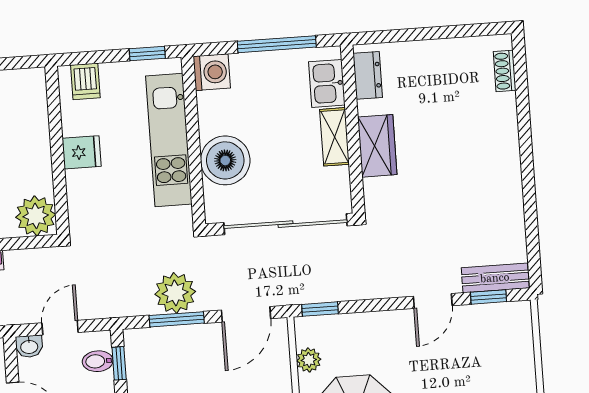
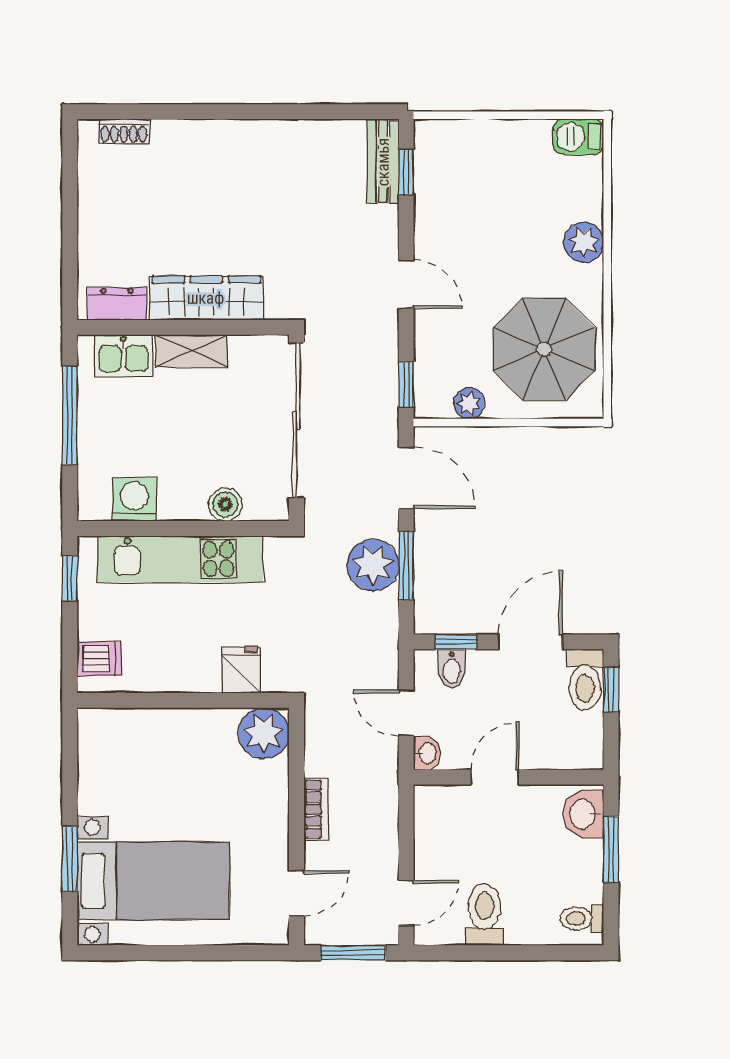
washing machine: (212, 72) -> (134, 499), moved
wardrobe: (377, 146) -> (206, 298), width x1.50
fridge: (82, 152) -> (241, 670), moved
boiler: (225, 160) -> (225, 505), width x0.54, depth x0.54
door: (433, 301) -> (406, 284), moved

